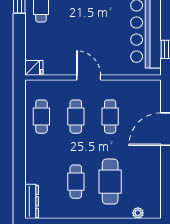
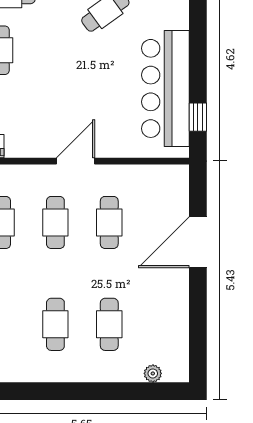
door: (89, 77) -> (75, 161), hinge flipped
cafe table: (110, 182) -> (109, 324), width x0.73, depth x0.74

